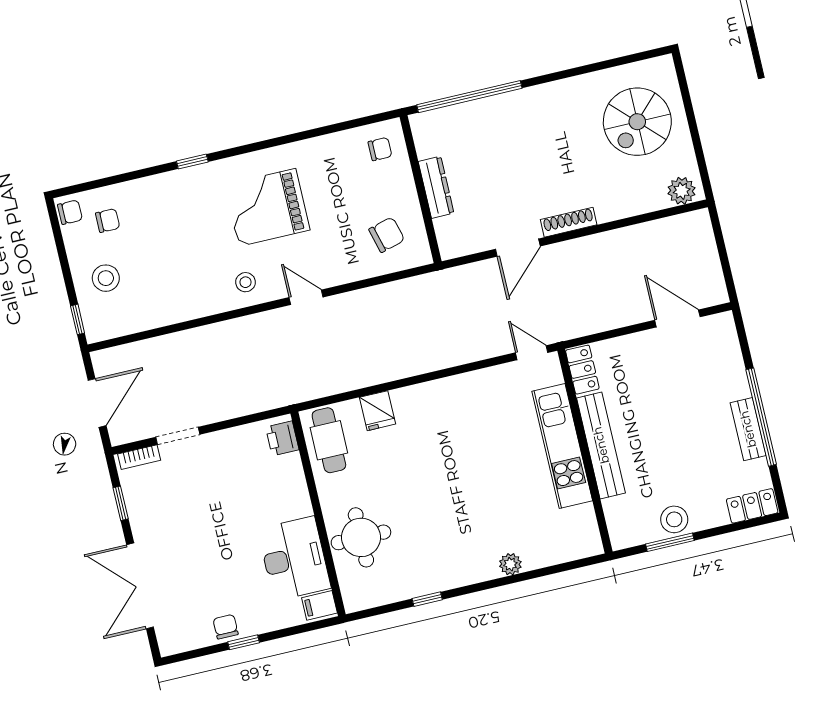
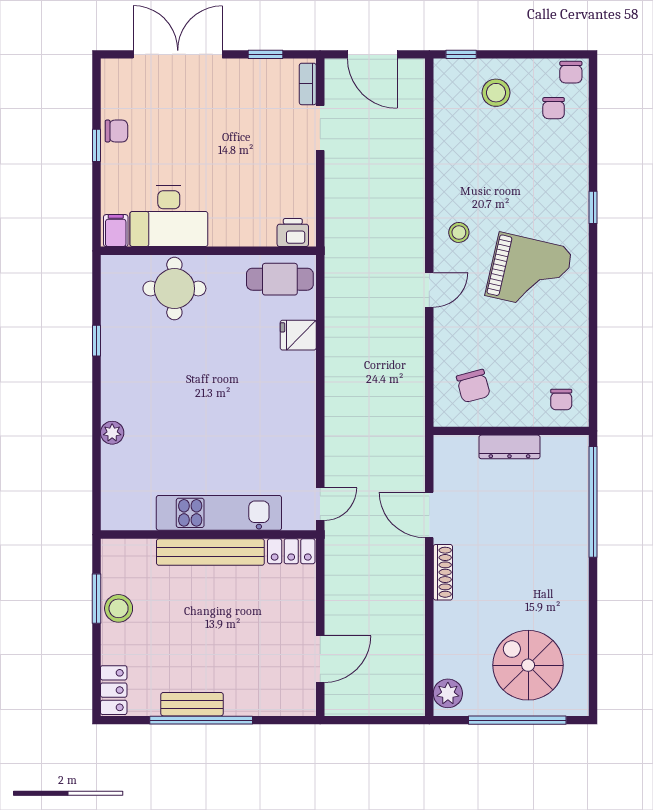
window: (691, 120) -> (517, 720), added
grand piano: (267, 207) -> (529, 272), turned 103

